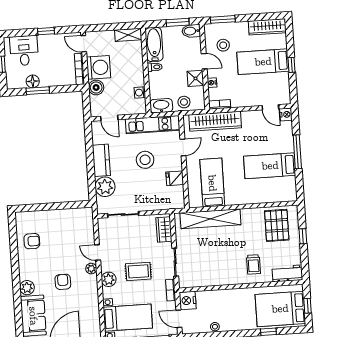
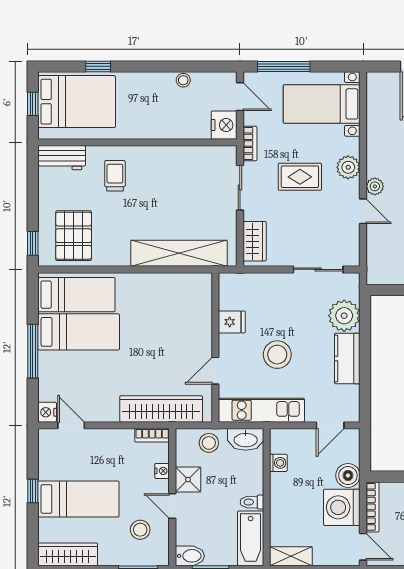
door: (109, 118) -> (330, 425), swing flipped
bed: (212, 183) -> (76, 295), moved, turned -90
window: (303, 236) -> (33, 243), moved

